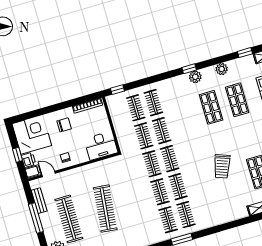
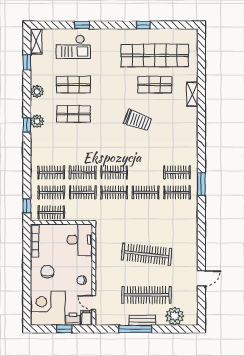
door: (49, 174) -> (94, 303), hinge flipped
clothes rail: (178, 187) -> (51, 212), moved
bench: (39, 201) -> (142, 320), moved

